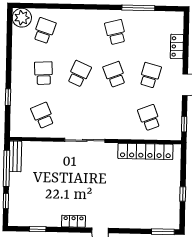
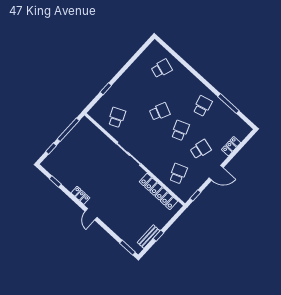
plant: (22, 18) -> (155, 49), removed
school desk: (44, 73) -> (139, 93), removed
bench: (15, 156) -> (149, 237), moved

